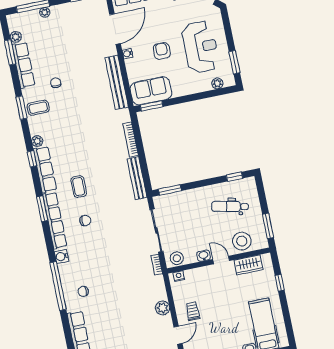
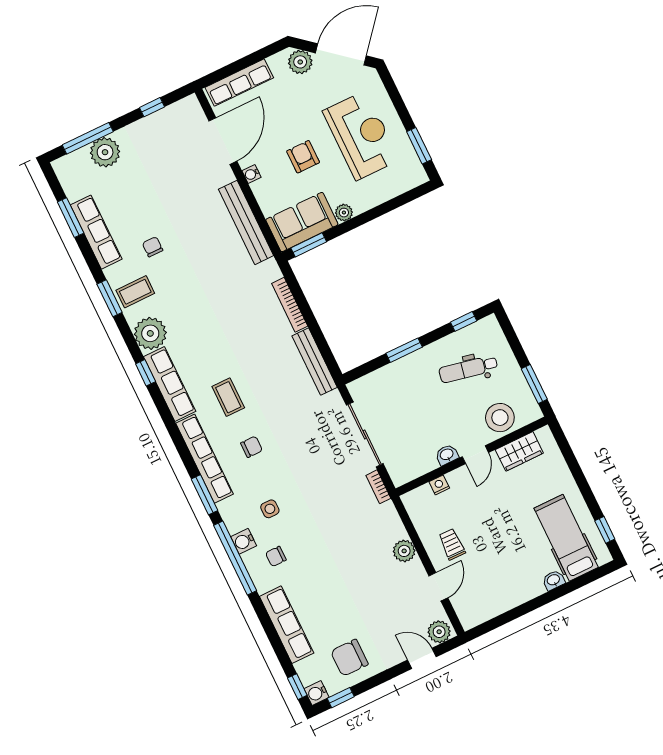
plant: (45, 12) -> (105, 152), width x1.88, depth x1.88
plant: (16, 37) -> (73, 192), removed
plant: (217, 83) -> (344, 213), moved
plant: (37, 141) -> (150, 333), width x1.88, depth x1.88
window: (170, 190) -> (404, 350), moved
window: (42, 209) -> (205, 495), moved
water cooler: (62, 256) -> (244, 541), moved
stool: (177, 258) -> (407, 469), removed
door: (221, 260) -> (475, 455), swing flipped
side table: (87, 261) -> (270, 509), added
nightstand: (179, 276) -> (439, 485), moved
window: (280, 283) -> (605, 530), moved

